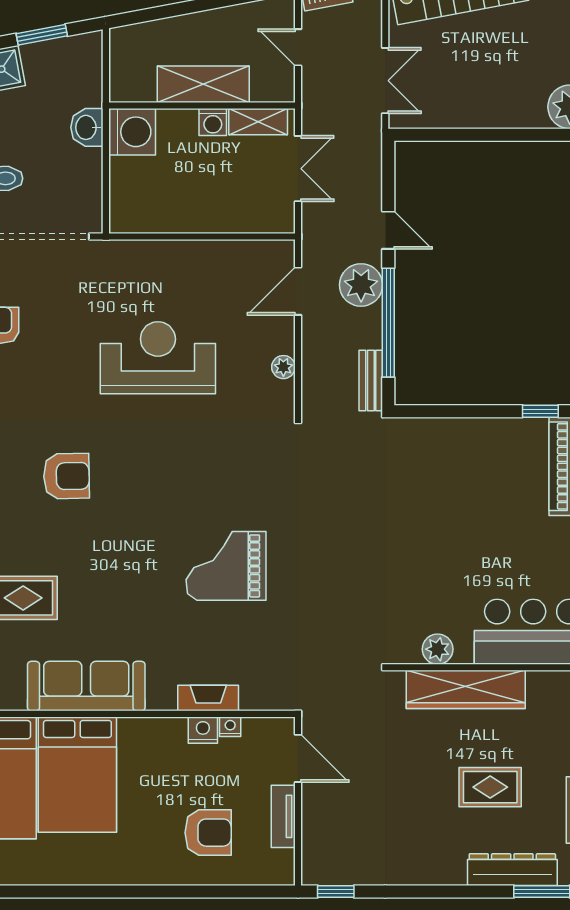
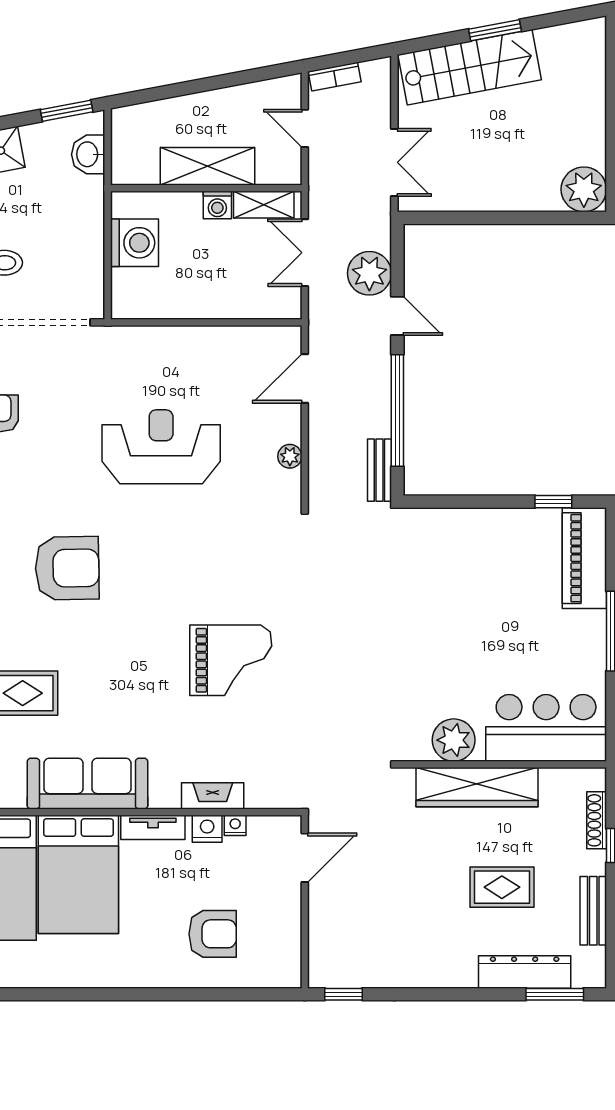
window: (42, 35) -> (67, 111), moved
washbasin: (87, 127) -> (88, 154), moved
washing machine: (132, 132) -> (135, 243), moved
double door: (298, 169) -> (305, 253), swing flipped
plant: (361, 285) -> (369, 273), moved
armchair: (66, 476) -> (67, 568), width x1.36, depth x1.36
grand piano: (226, 566) -> (231, 660), turned 180
plant: (438, 649) -> (454, 740), width x1.36, depth x1.36
door: (298, 758) -> (305, 858), hinge flipped
tv unit: (283, 816) -> (153, 827), moved, turned -90

